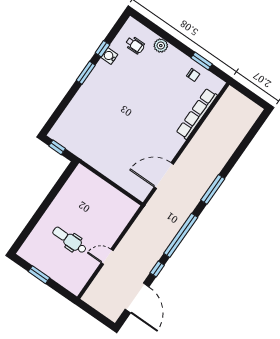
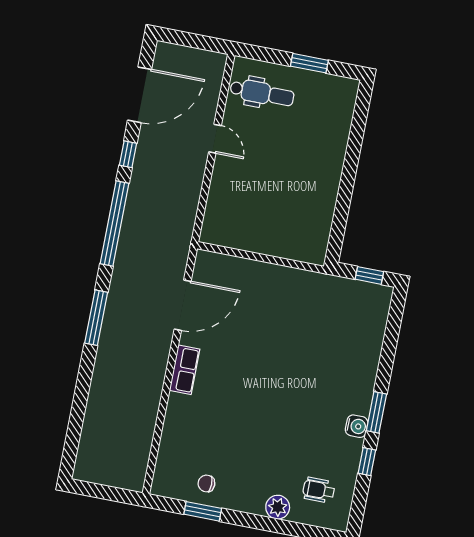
water cooler: (109, 56) -> (357, 426), moved
row of seats: (197, 114) -> (185, 370), moved, width x0.50
dental chair: (70, 240) -> (262, 93), moved
door: (107, 257) -> (215, 139), hinge flipped
door: (137, 298) -> (140, 95), swing flipped

